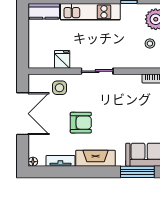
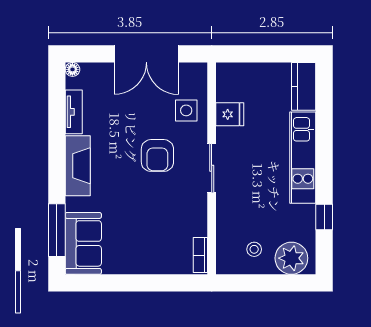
armchair: (81, 123) -> (157, 155), moved

